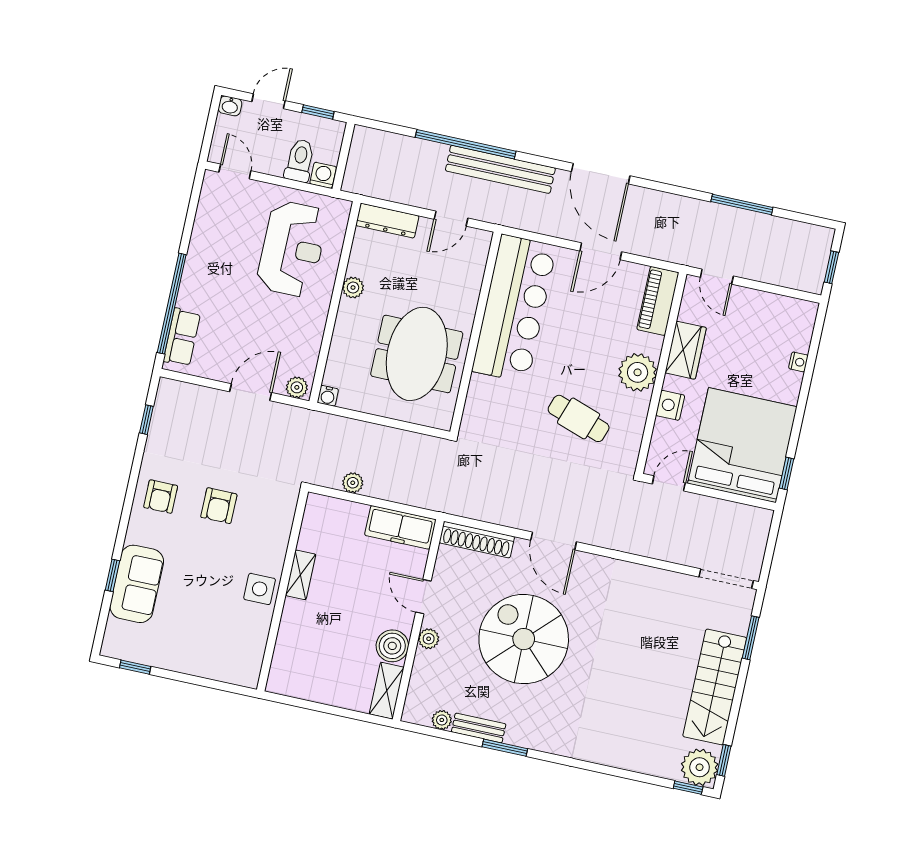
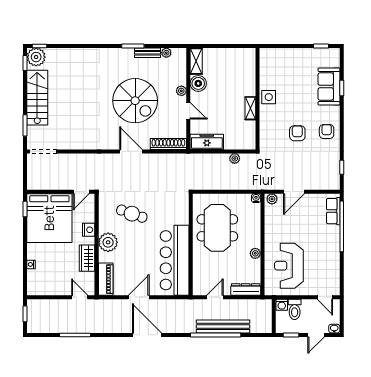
bench: (500, 169) -> (223, 326), moved

